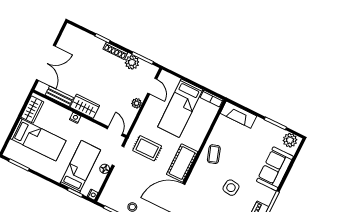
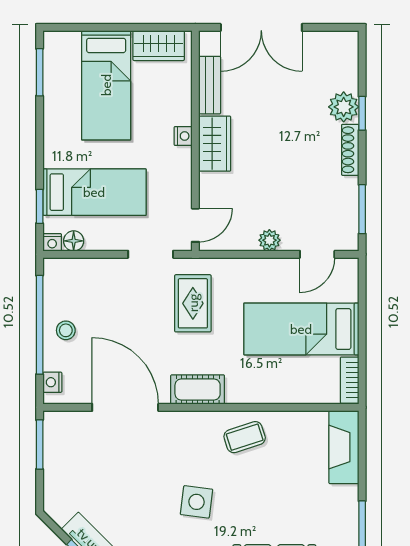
plant: (132, 62) -> (344, 107), moved
cot: (182, 163) -> (198, 389), width x0.73, depth x0.75
floor lamp: (105, 169) -> (74, 241), moved

